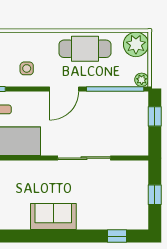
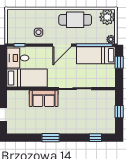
bed: (118, 105) -> (96, 55), added
sofa: (53, 216) -> (44, 98), moved, turned 180
window: (46, 236) -> (51, 138), added

